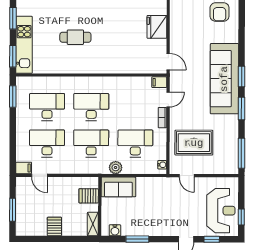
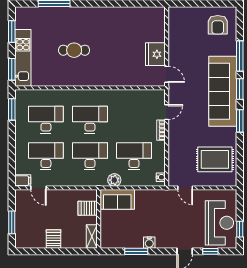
fridge: (157, 27) -> (155, 54), moved
filing cabinet: (159, 82) -> (158, 95), removed
rug: (194, 143) -> (215, 159), moved
window: (241, 153) -> (240, 56), moved
water cooler: (115, 230) -> (149, 243), moved

